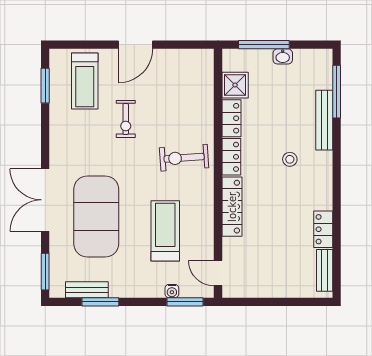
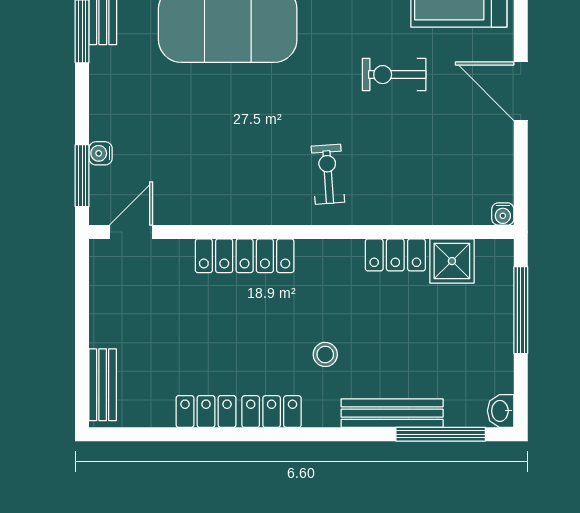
water cooler: (207, 55) -> (503, 214), added
washbasin: (283, 56) -> (501, 411), moved
locker: (231, 157) -> (272, 412), moved, turned 180
exercise bike: (184, 158) -> (328, 174), width x0.73, depth x0.72
treadmill: (165, 231) -> (203, 142), removed
bench: (325, 270) -> (103, 385), moved, turned 90

